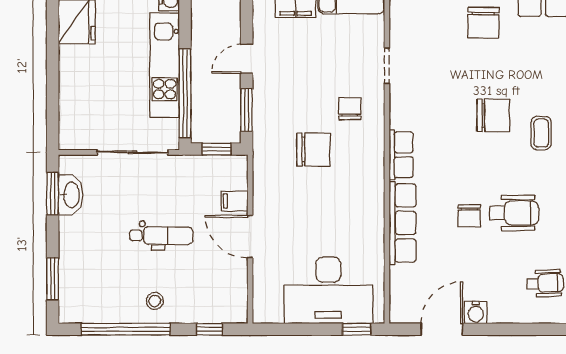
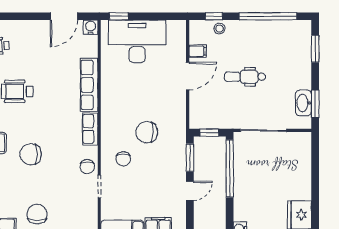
kitchen unit: (165, 65) -> (243, 187), removed
filing cabinet: (235, 201) -> (198, 51), moved
chair: (469, 216) -> (87, 167), moved, turned 180
door: (250, 237) -> (188, 76), hinge flipped
stool: (155, 301) -> (219, 29), moved
water cooler: (476, 312) -> (91, 27), moved

